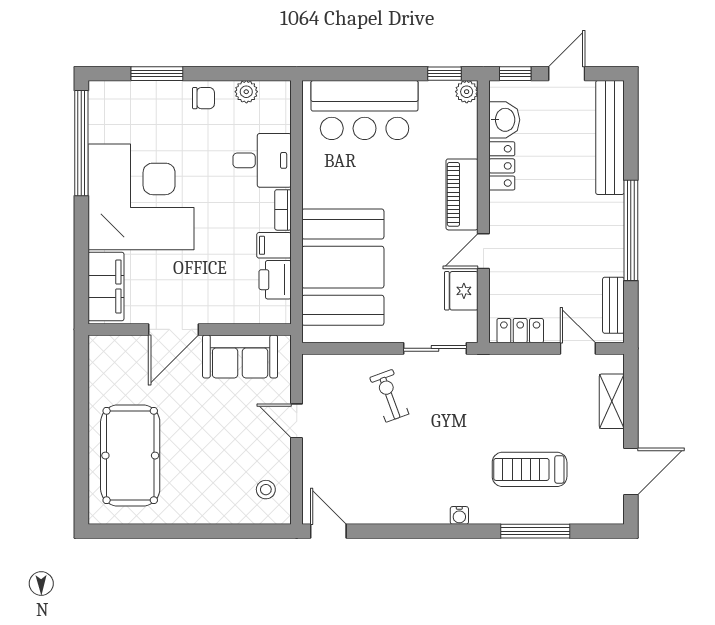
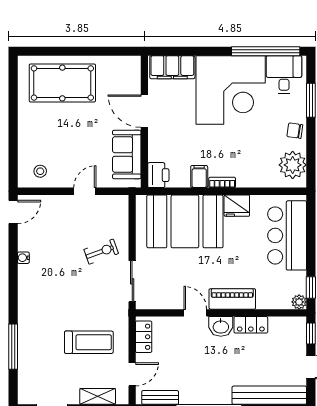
plant: (246, 92) -> (293, 165), width x1.88, depth x1.88
chair: (203, 98) -> (295, 131), turned 98
washbasin: (504, 120) -> (221, 326), moved
desk: (262, 160) -> (284, 74), moved, turned 180
printer: (275, 280) -> (158, 175), moved, turned 90
fridge: (461, 291) -> (237, 206), moved, turned 180
treadmill: (530, 469) -> (89, 342), moved, turned 90
water cooler: (459, 515) -> (23, 258), moved

